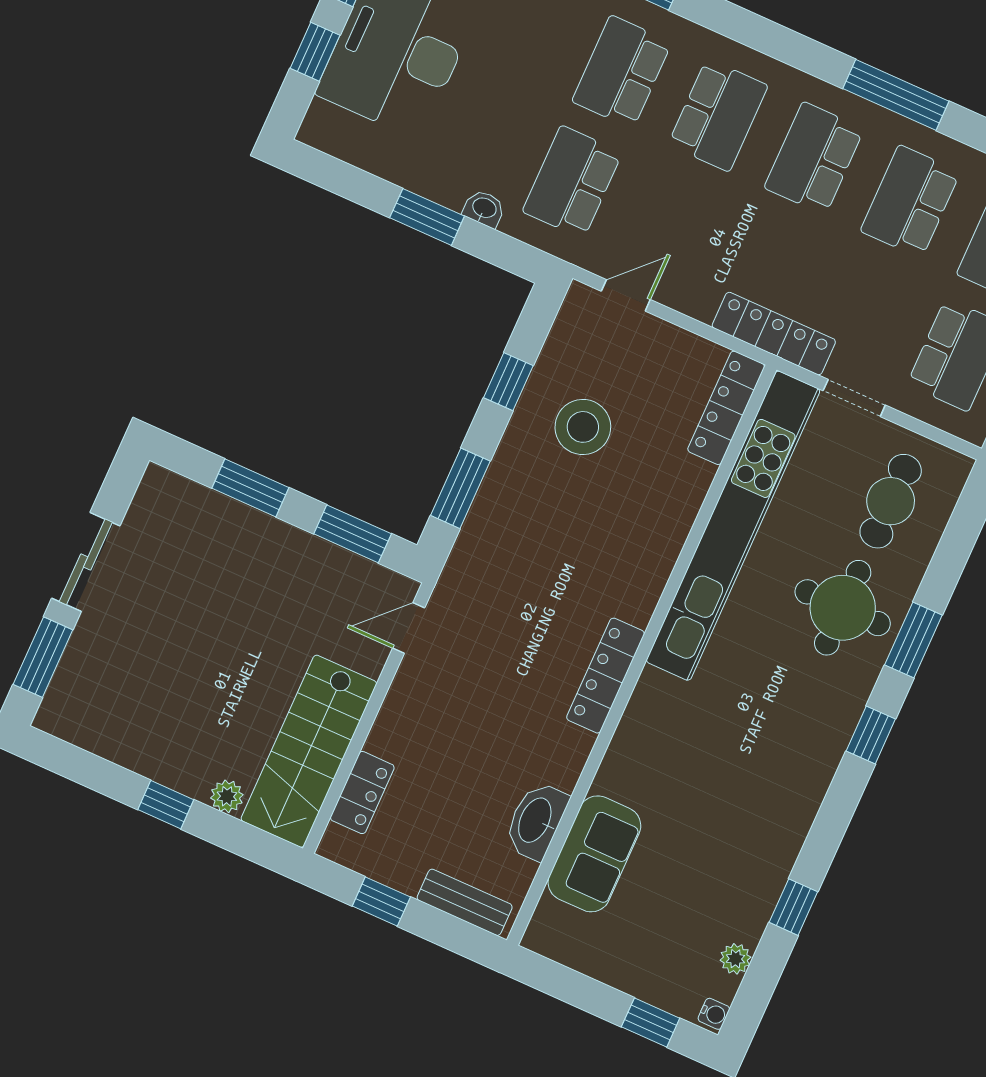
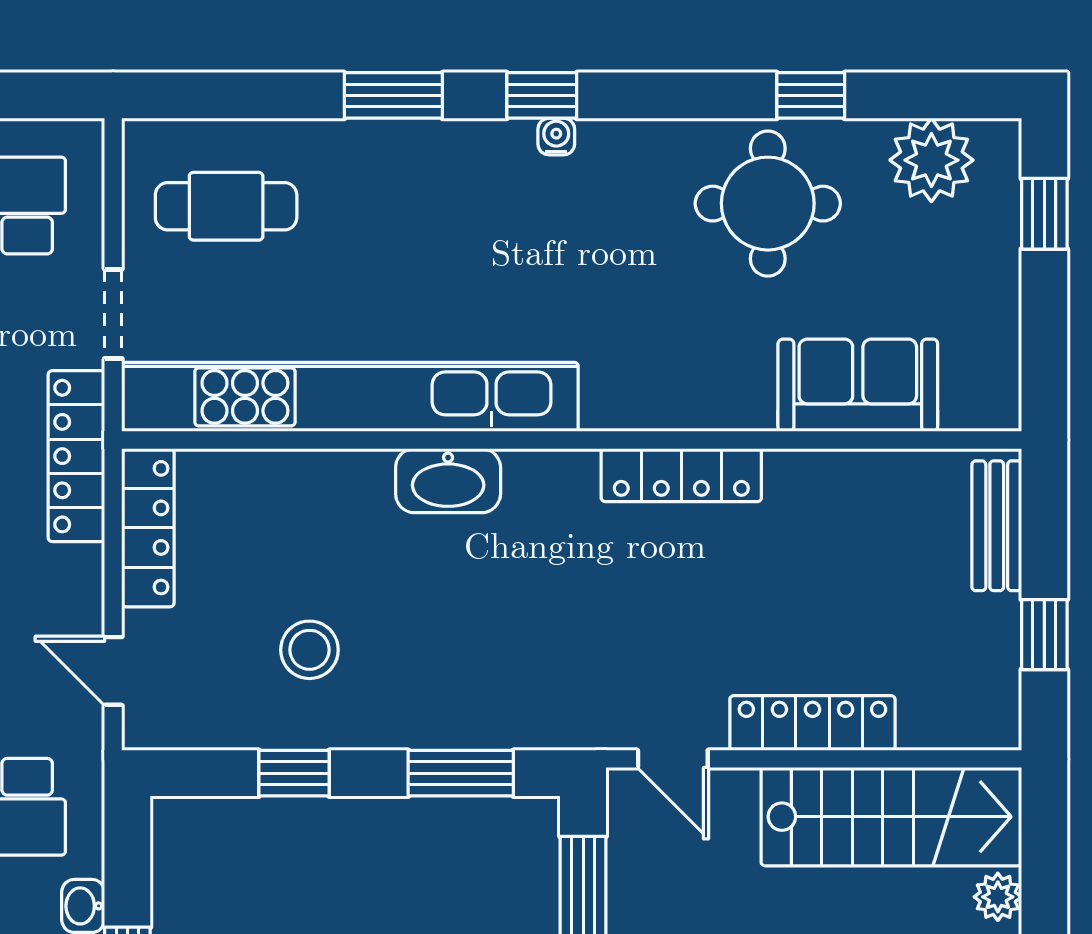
locker: (726, 408) -> (148, 528), moved, turned -90
stool: (583, 427) -> (309, 650), width x0.73, depth x0.73
round table: (843, 608) -> (768, 204), moved
locker: (606, 676) -> (681, 475), moved
locker: (362, 793) -> (812, 723), moved, width x1.53
washbasin: (536, 821) -> (448, 481), moved
plant: (735, 959) -> (931, 160), width x1.88, depth x1.88
water cooler: (714, 1014) -> (556, 137), moved

